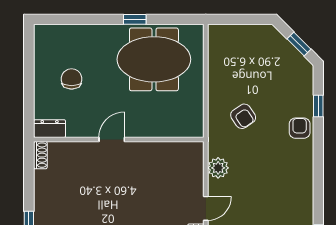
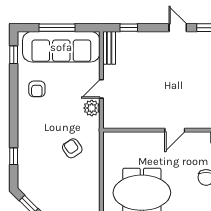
armchair: (300, 128) -> (37, 89), moved
door: (206, 208) -> (101, 89), moved

